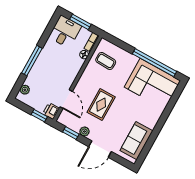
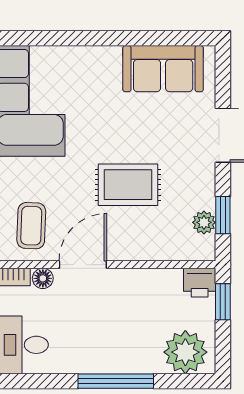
plant: (25, 90) -> (185, 352), width x1.88, depth x1.88
door: (66, 99) -> (83, 265), moved
plant: (84, 131) -> (204, 222), moved

